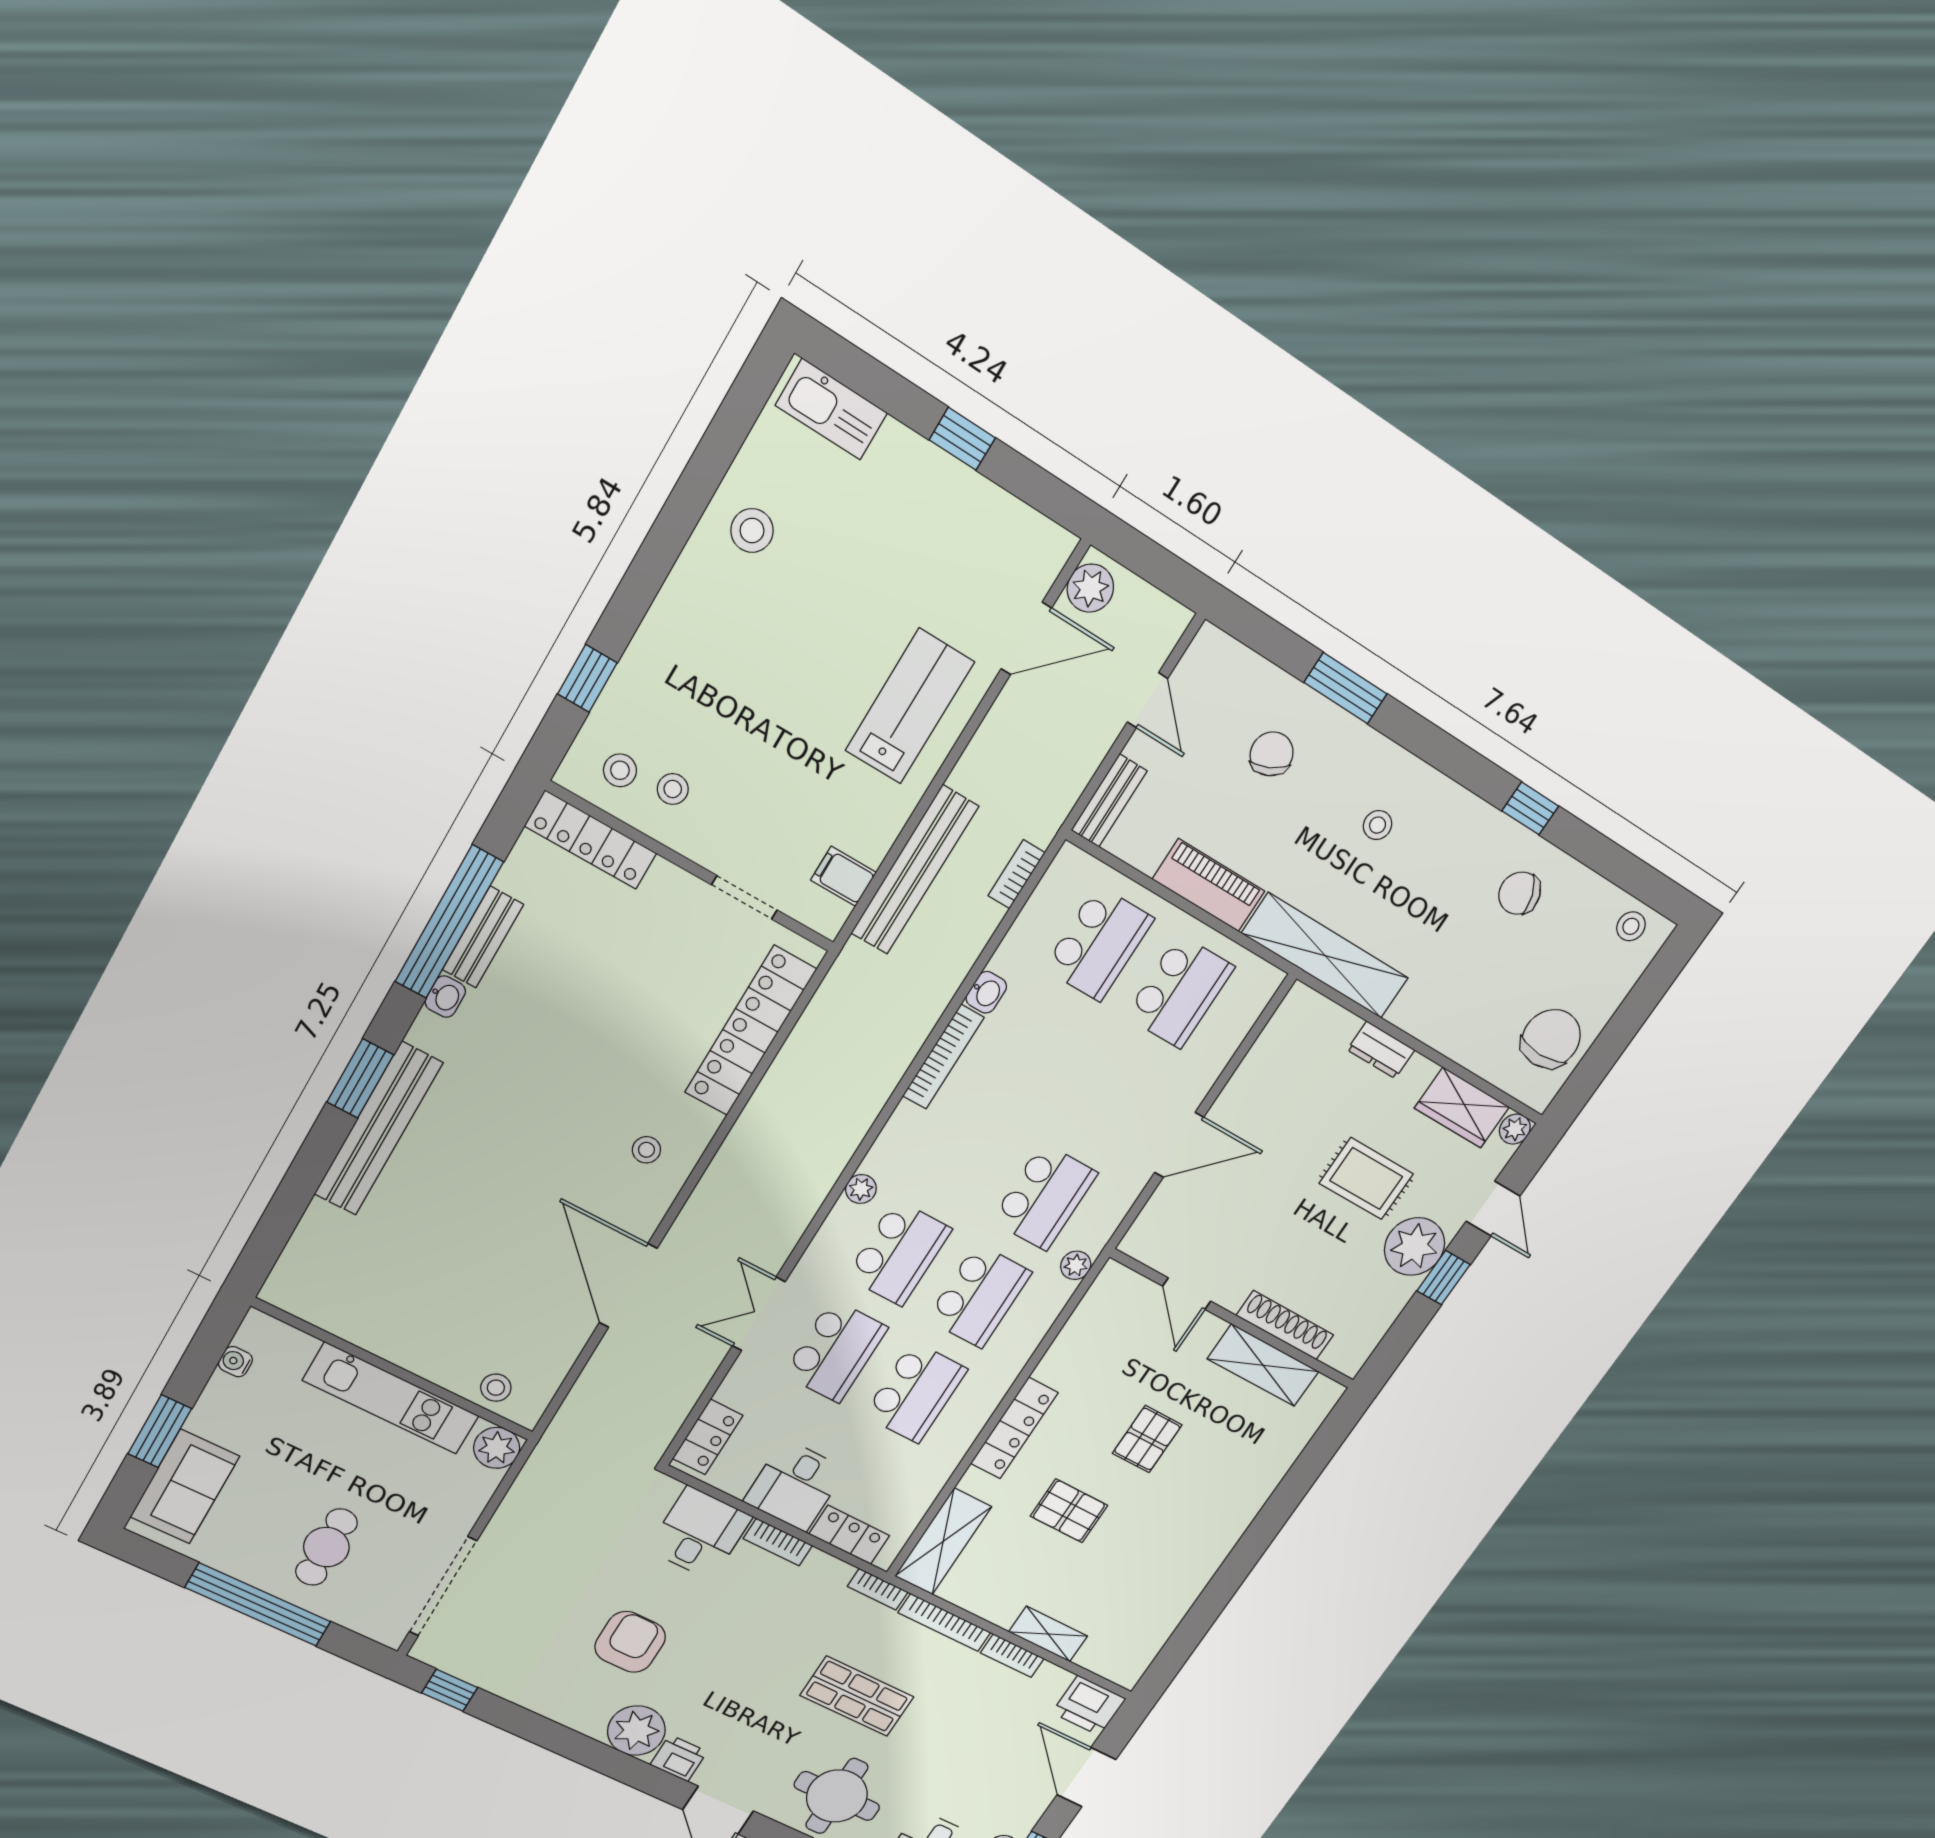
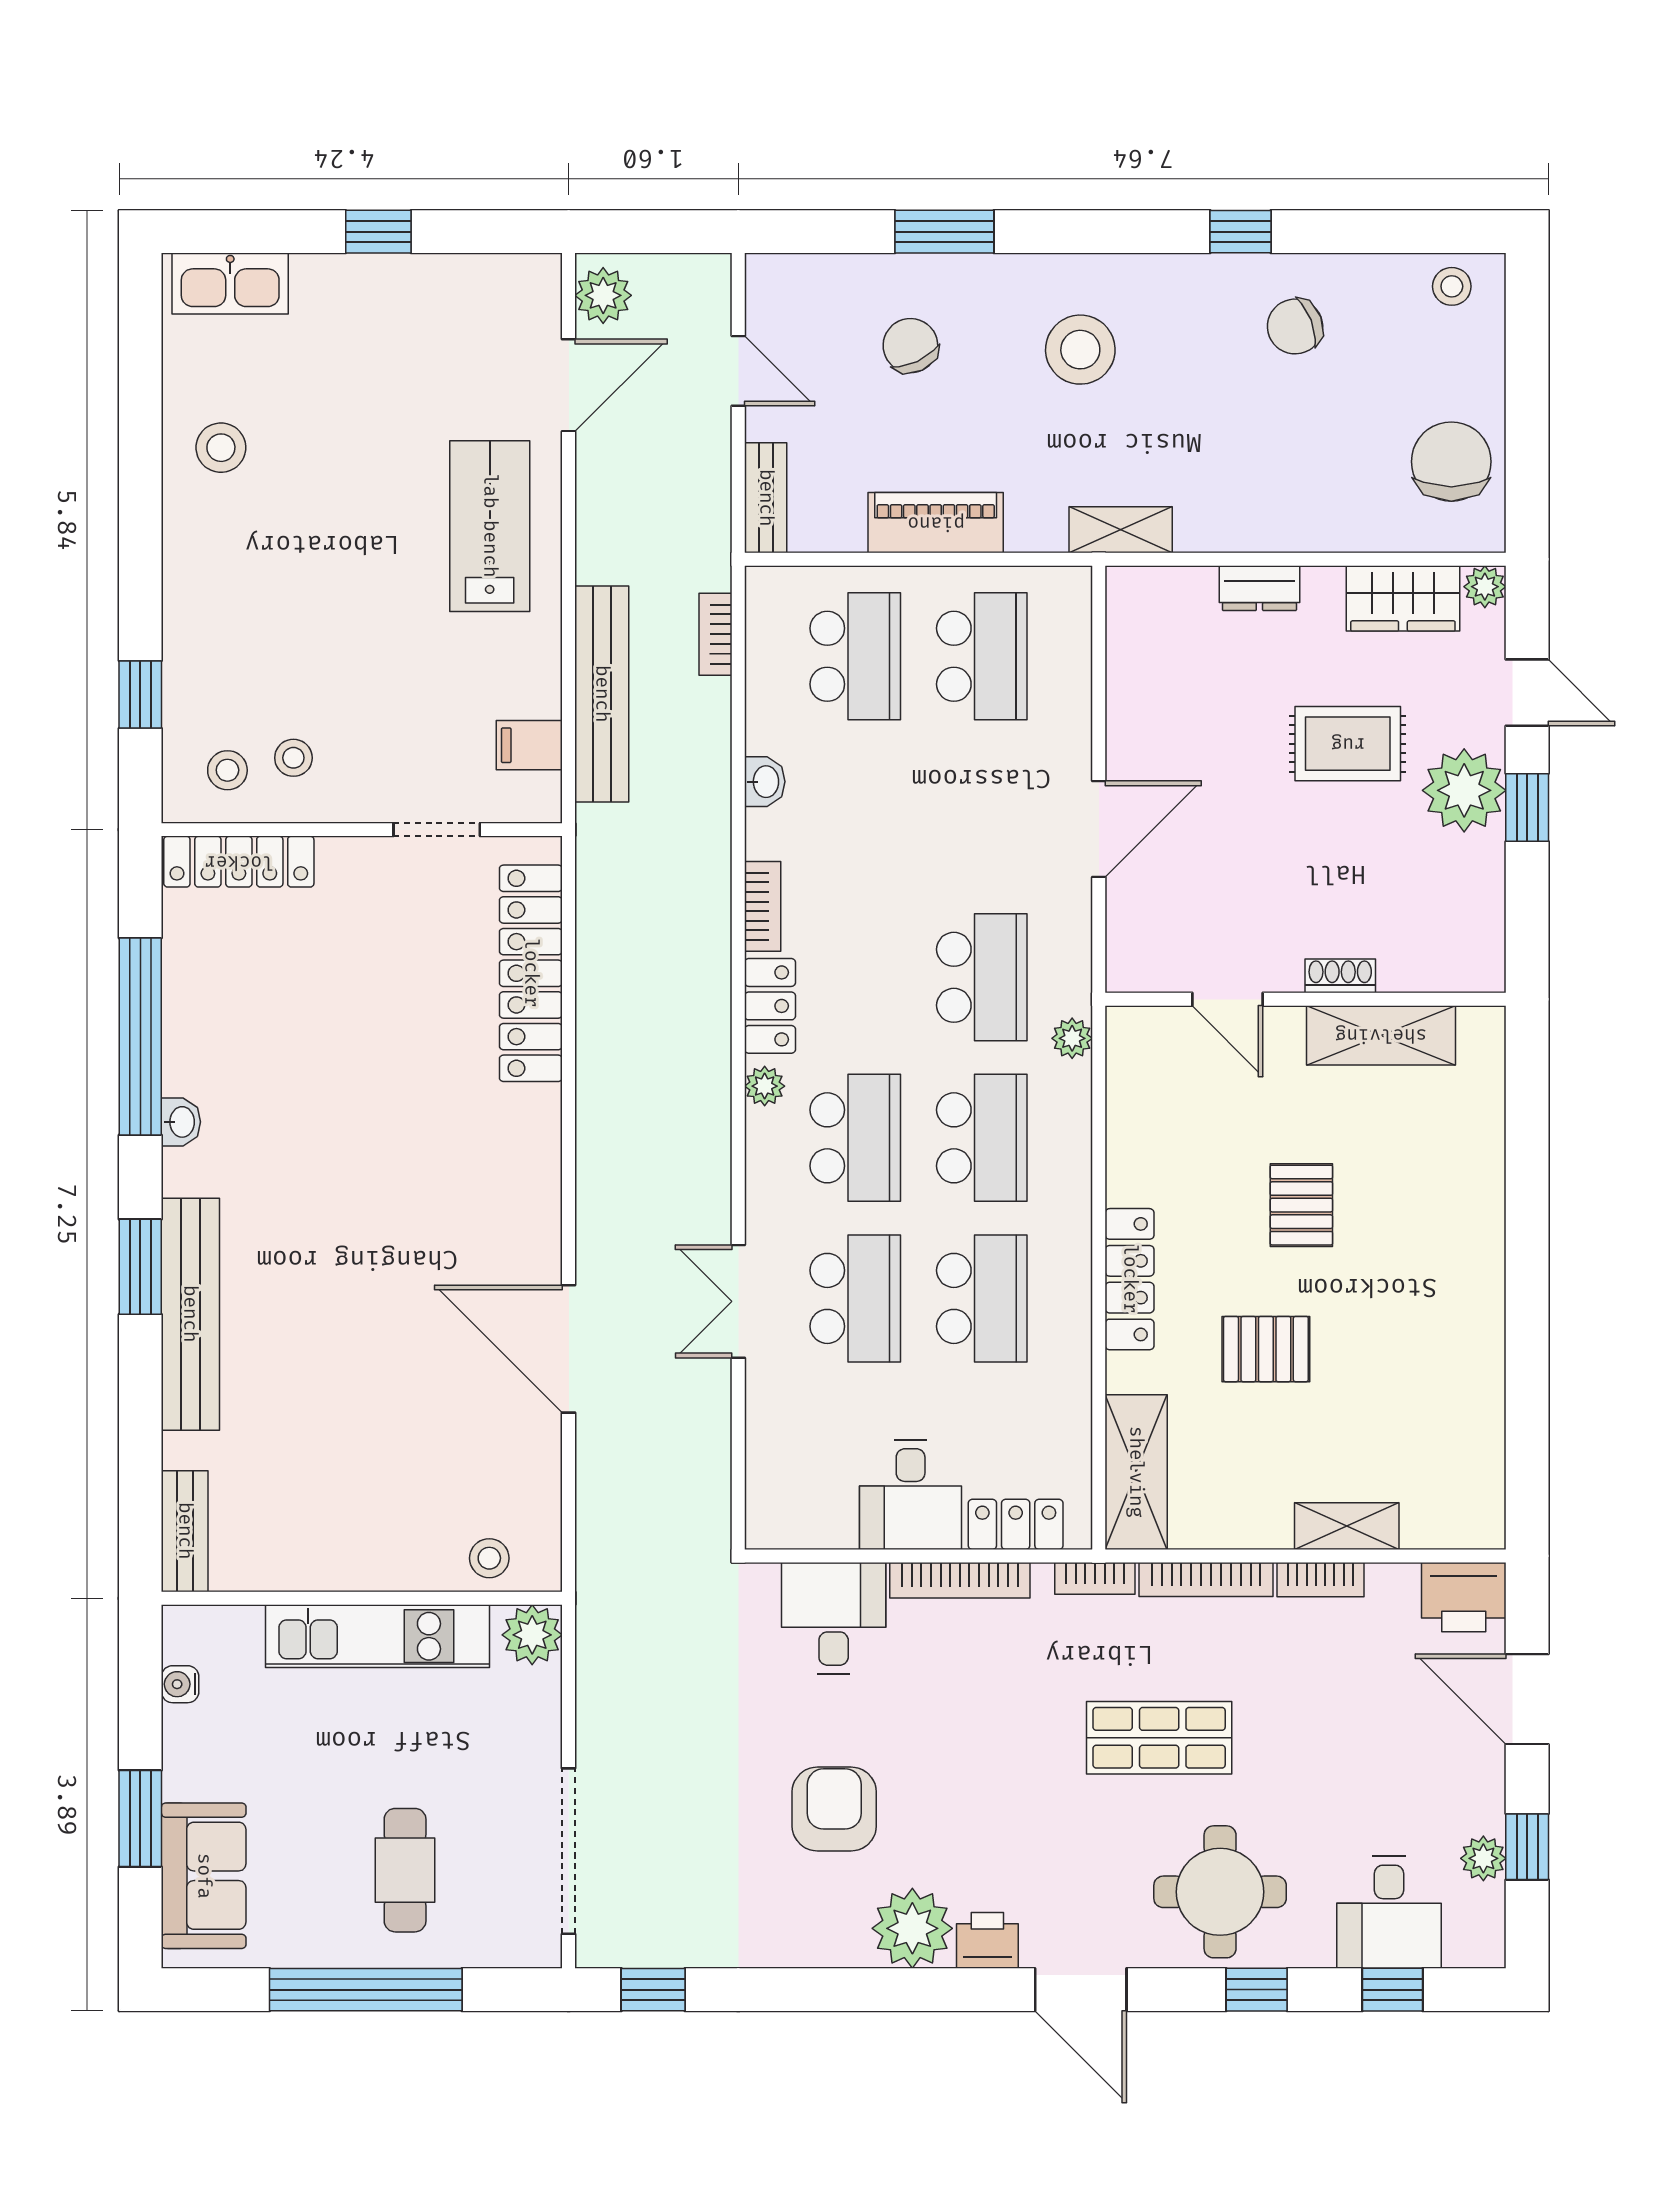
stool: (1378, 825) -> (1080, 350), width x1.89, depth x1.89
bench: (483, 937) -> (185, 1531), moved
shelving: (1325, 956) -> (1121, 530), width x0.45, depth x0.75
bookcase: (943, 1057) -> (763, 906), width x0.64
stool: (646, 1150) -> (496, 1175), removed
shoe rack: (1285, 1325) -> (1340, 976), width x0.51, depth x0.81
locker: (708, 1437) -> (770, 1006), moved
bookcase: (778, 1542) -> (960, 1580), width x1.56

